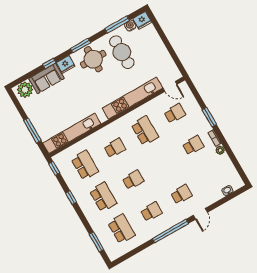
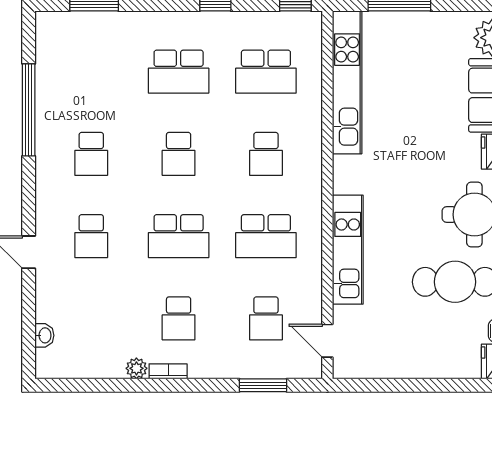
door: (170, 86) -> (327, 341), hinge flipped
kitchen unit: (133, 98) -> (348, 250), width x0.73
window: (209, 117) -> (263, 385), moved
school desk: (121, 229) -> (179, 236), moved
window: (170, 231) -> (29, 110), moved

